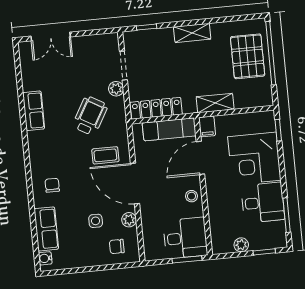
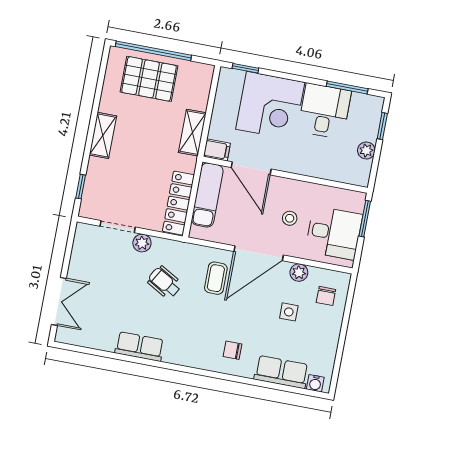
wheelchair: (90, 116) -> (165, 282), width x0.73, depth x0.73
stool: (192, 196) -> (290, 218), moved
desk: (185, 238) -> (334, 233), moved, turned 90

